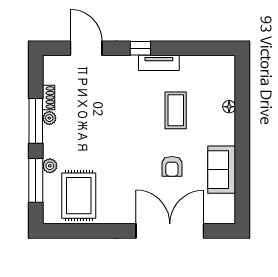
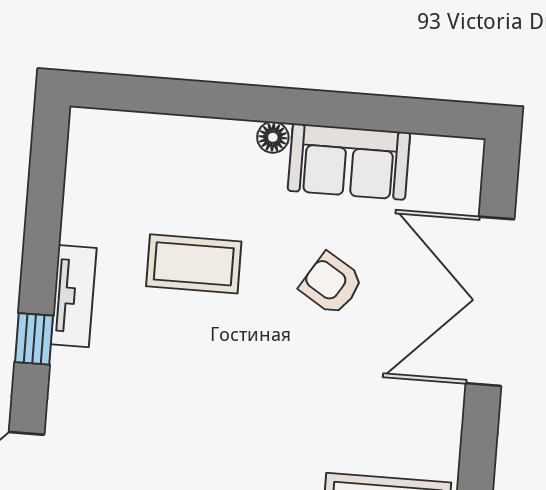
floor lamp: (229, 107) -> (273, 137), moved
armchair: (172, 166) -> (331, 284), turned -148

